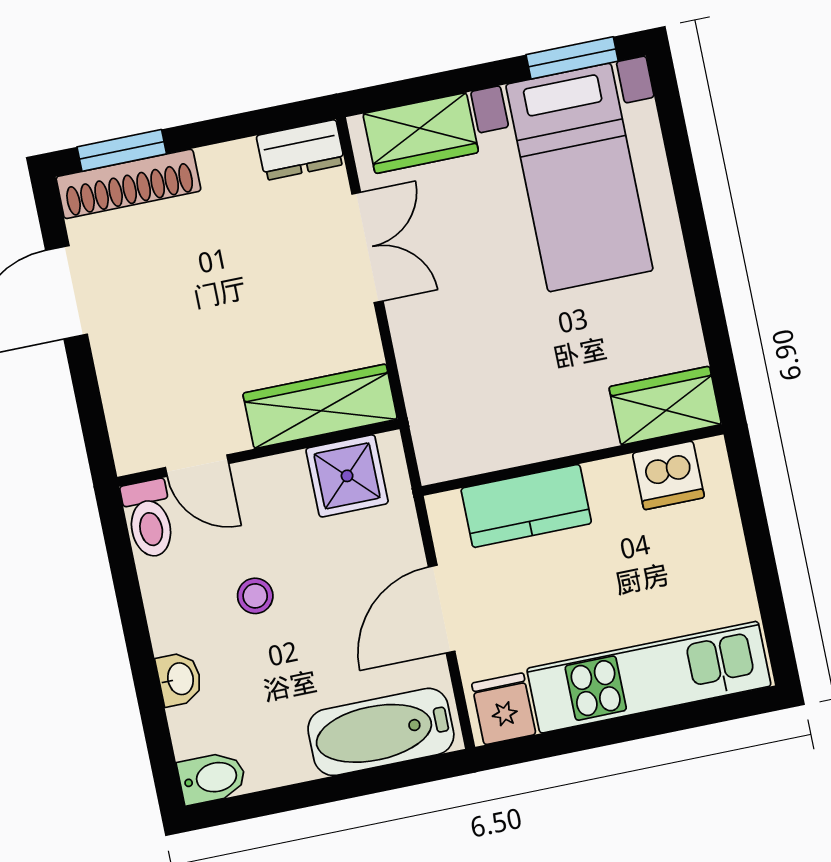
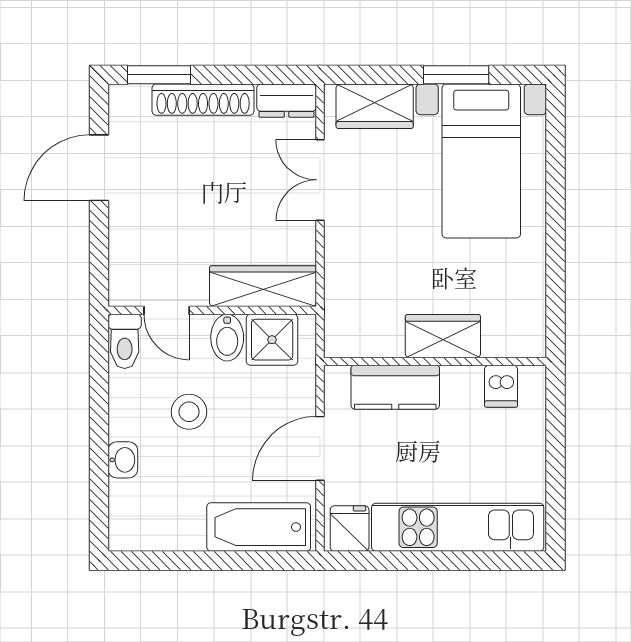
window: (572, 58) -> (456, 75), moved
shoe rack: (128, 184) -> (203, 100), moved
double door: (367, 247) -> (320, 180), swing flipped
wardrobe: (665, 406) -> (443, 336), moved
dishwasher: (668, 475) -> (501, 386), width x0.73
stool: (255, 596) -> (189, 412), width x1.37, depth x1.37
bidet: (212, 778) -> (227, 338), moved, turned 90

